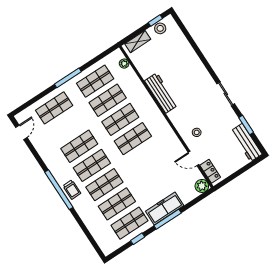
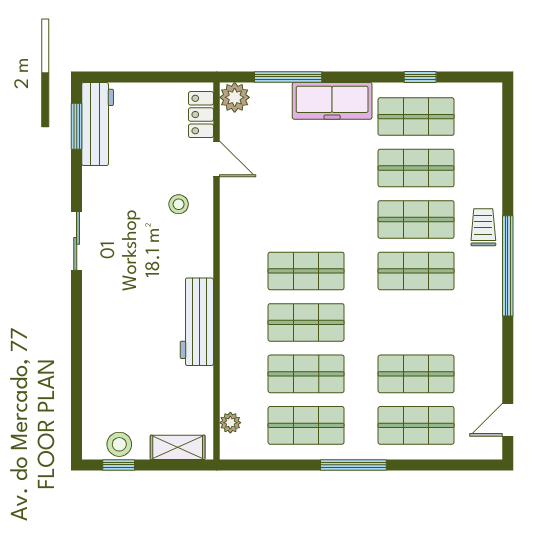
window: (246, 125) -> (77, 126), moved
shop shelf: (79, 146) -> (416, 374), moved
trolley: (72, 190) -> (483, 227), moved
window: (168, 219) -> (288, 77), moved

